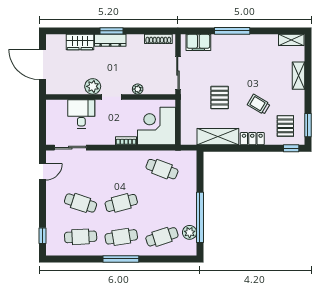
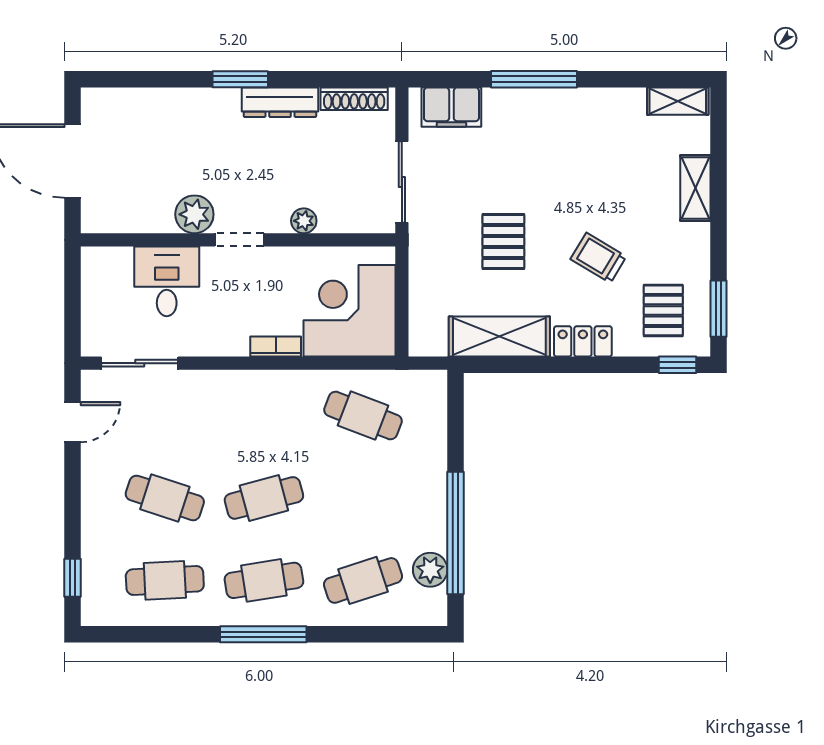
dresser: (110, 40) -> (280, 102), moved
wardrobe: (80, 42) -> (163, 106), removed

